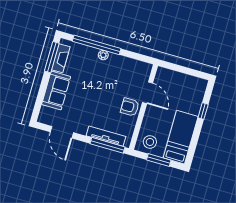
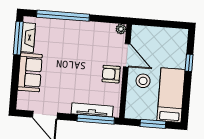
plant: (103, 55) -> (121, 29), moved
stool: (150, 142) -> (143, 81), moved

